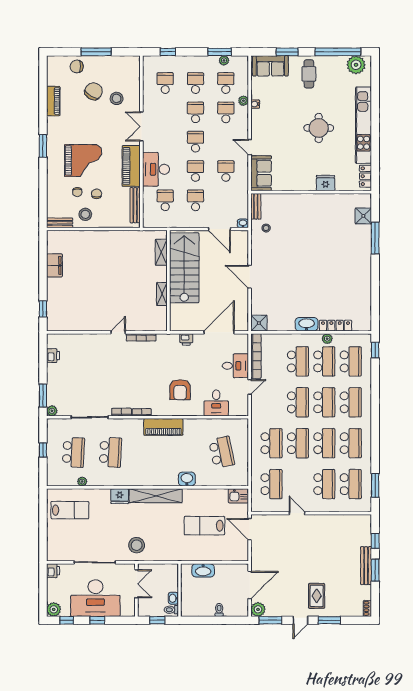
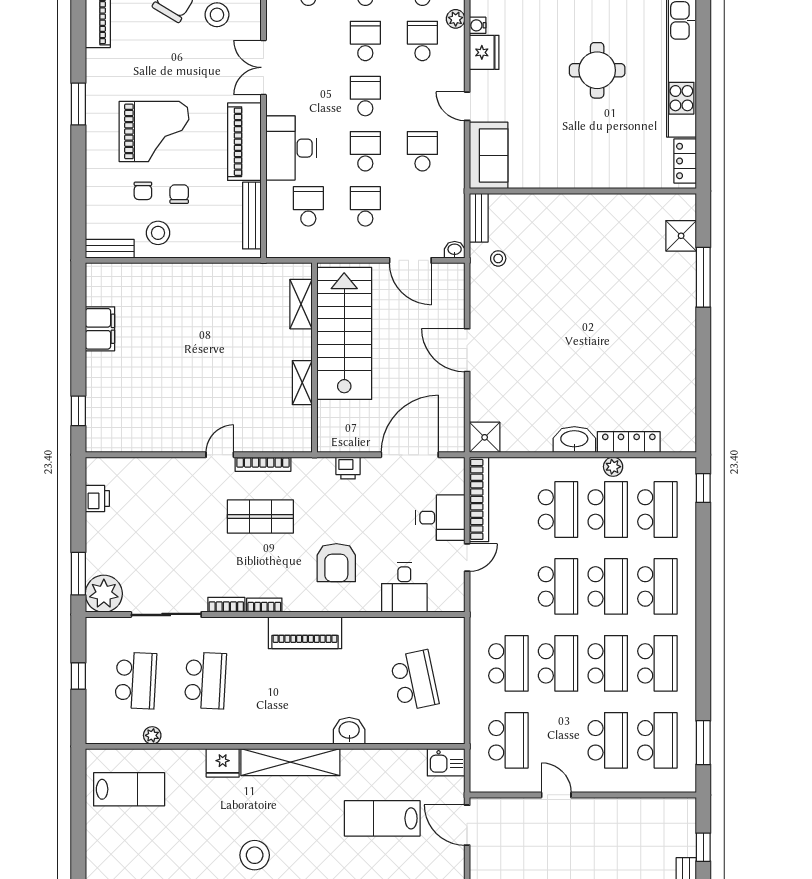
fridge: (326, 183) -> (484, 52), moved, turned 90
shop shelf: (140, 365) -> (260, 516), added
plant: (52, 411) -> (104, 594), width x1.88, depth x1.88

